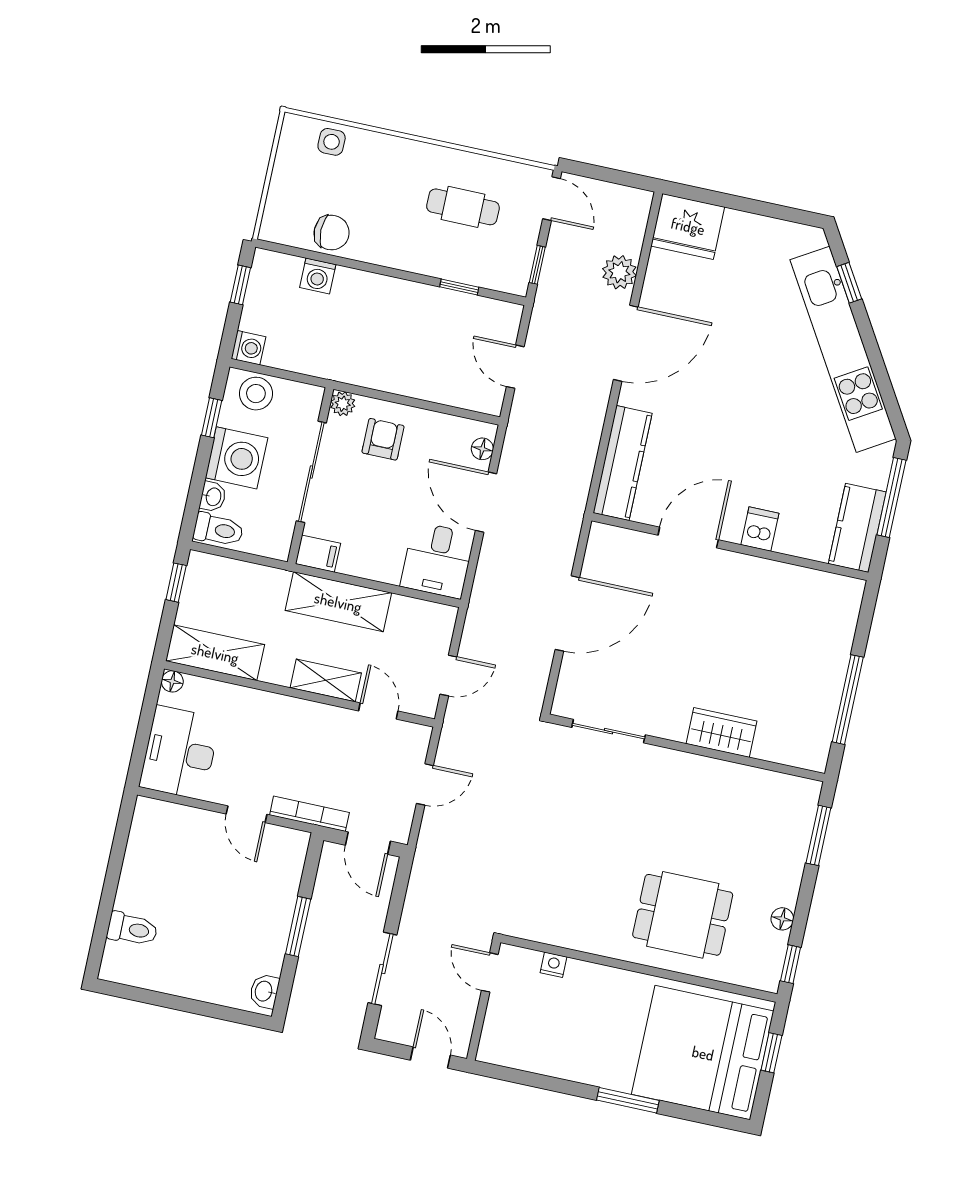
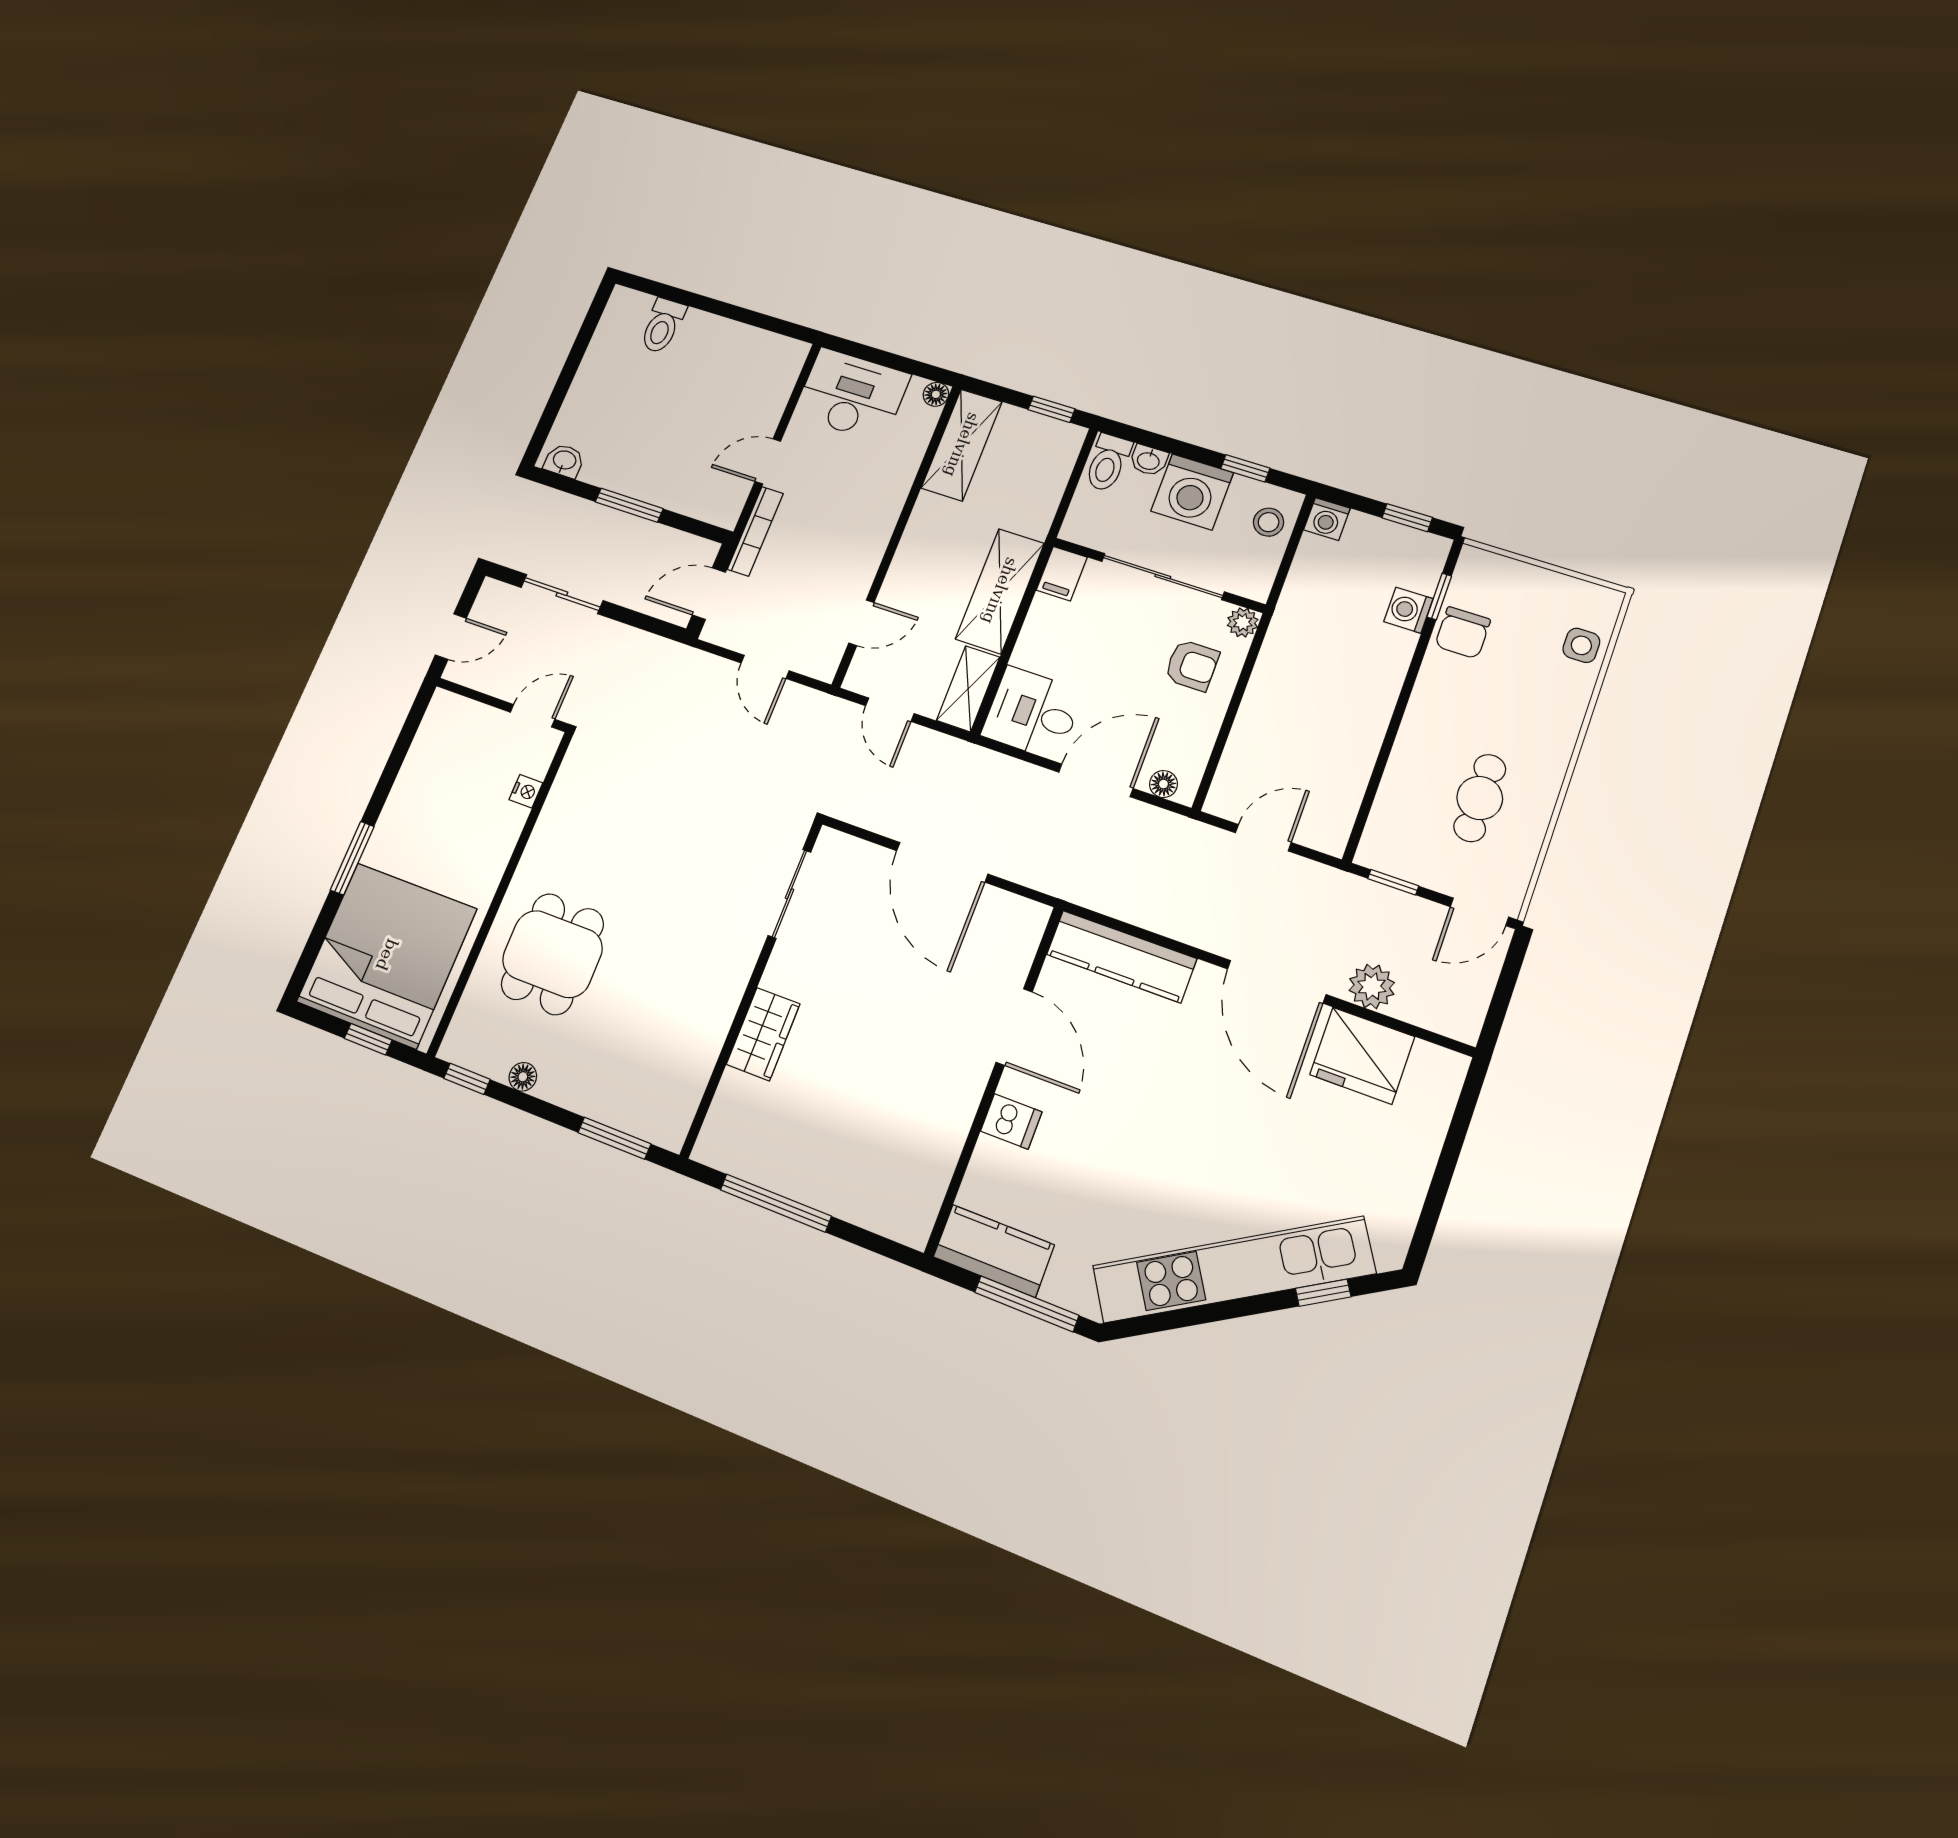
fridge: (688, 226) -> (1362, 1056), moved, turned -90
window: (459, 287) -> (1439, 597), moved
stool: (256, 394) -> (1269, 522), width x0.73, depth x0.73
shelving: (326, 680) -> (968, 689), moved

